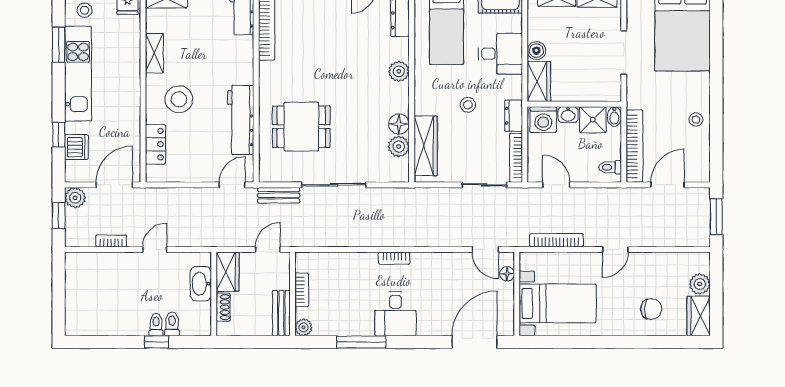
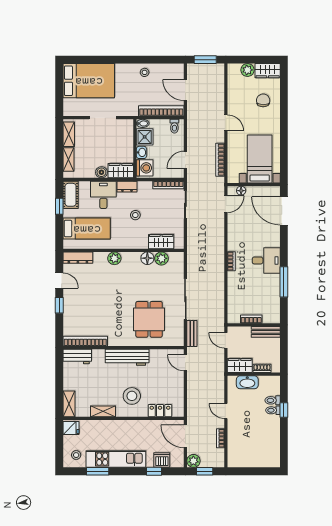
dresser: (514, 116) -> (127, 187), moved
workbench: (241, 120) -> (127, 357), moved
wardrobe: (426, 146) -> (161, 242), width x0.67
plant: (303, 327) -> (275, 318), removed

